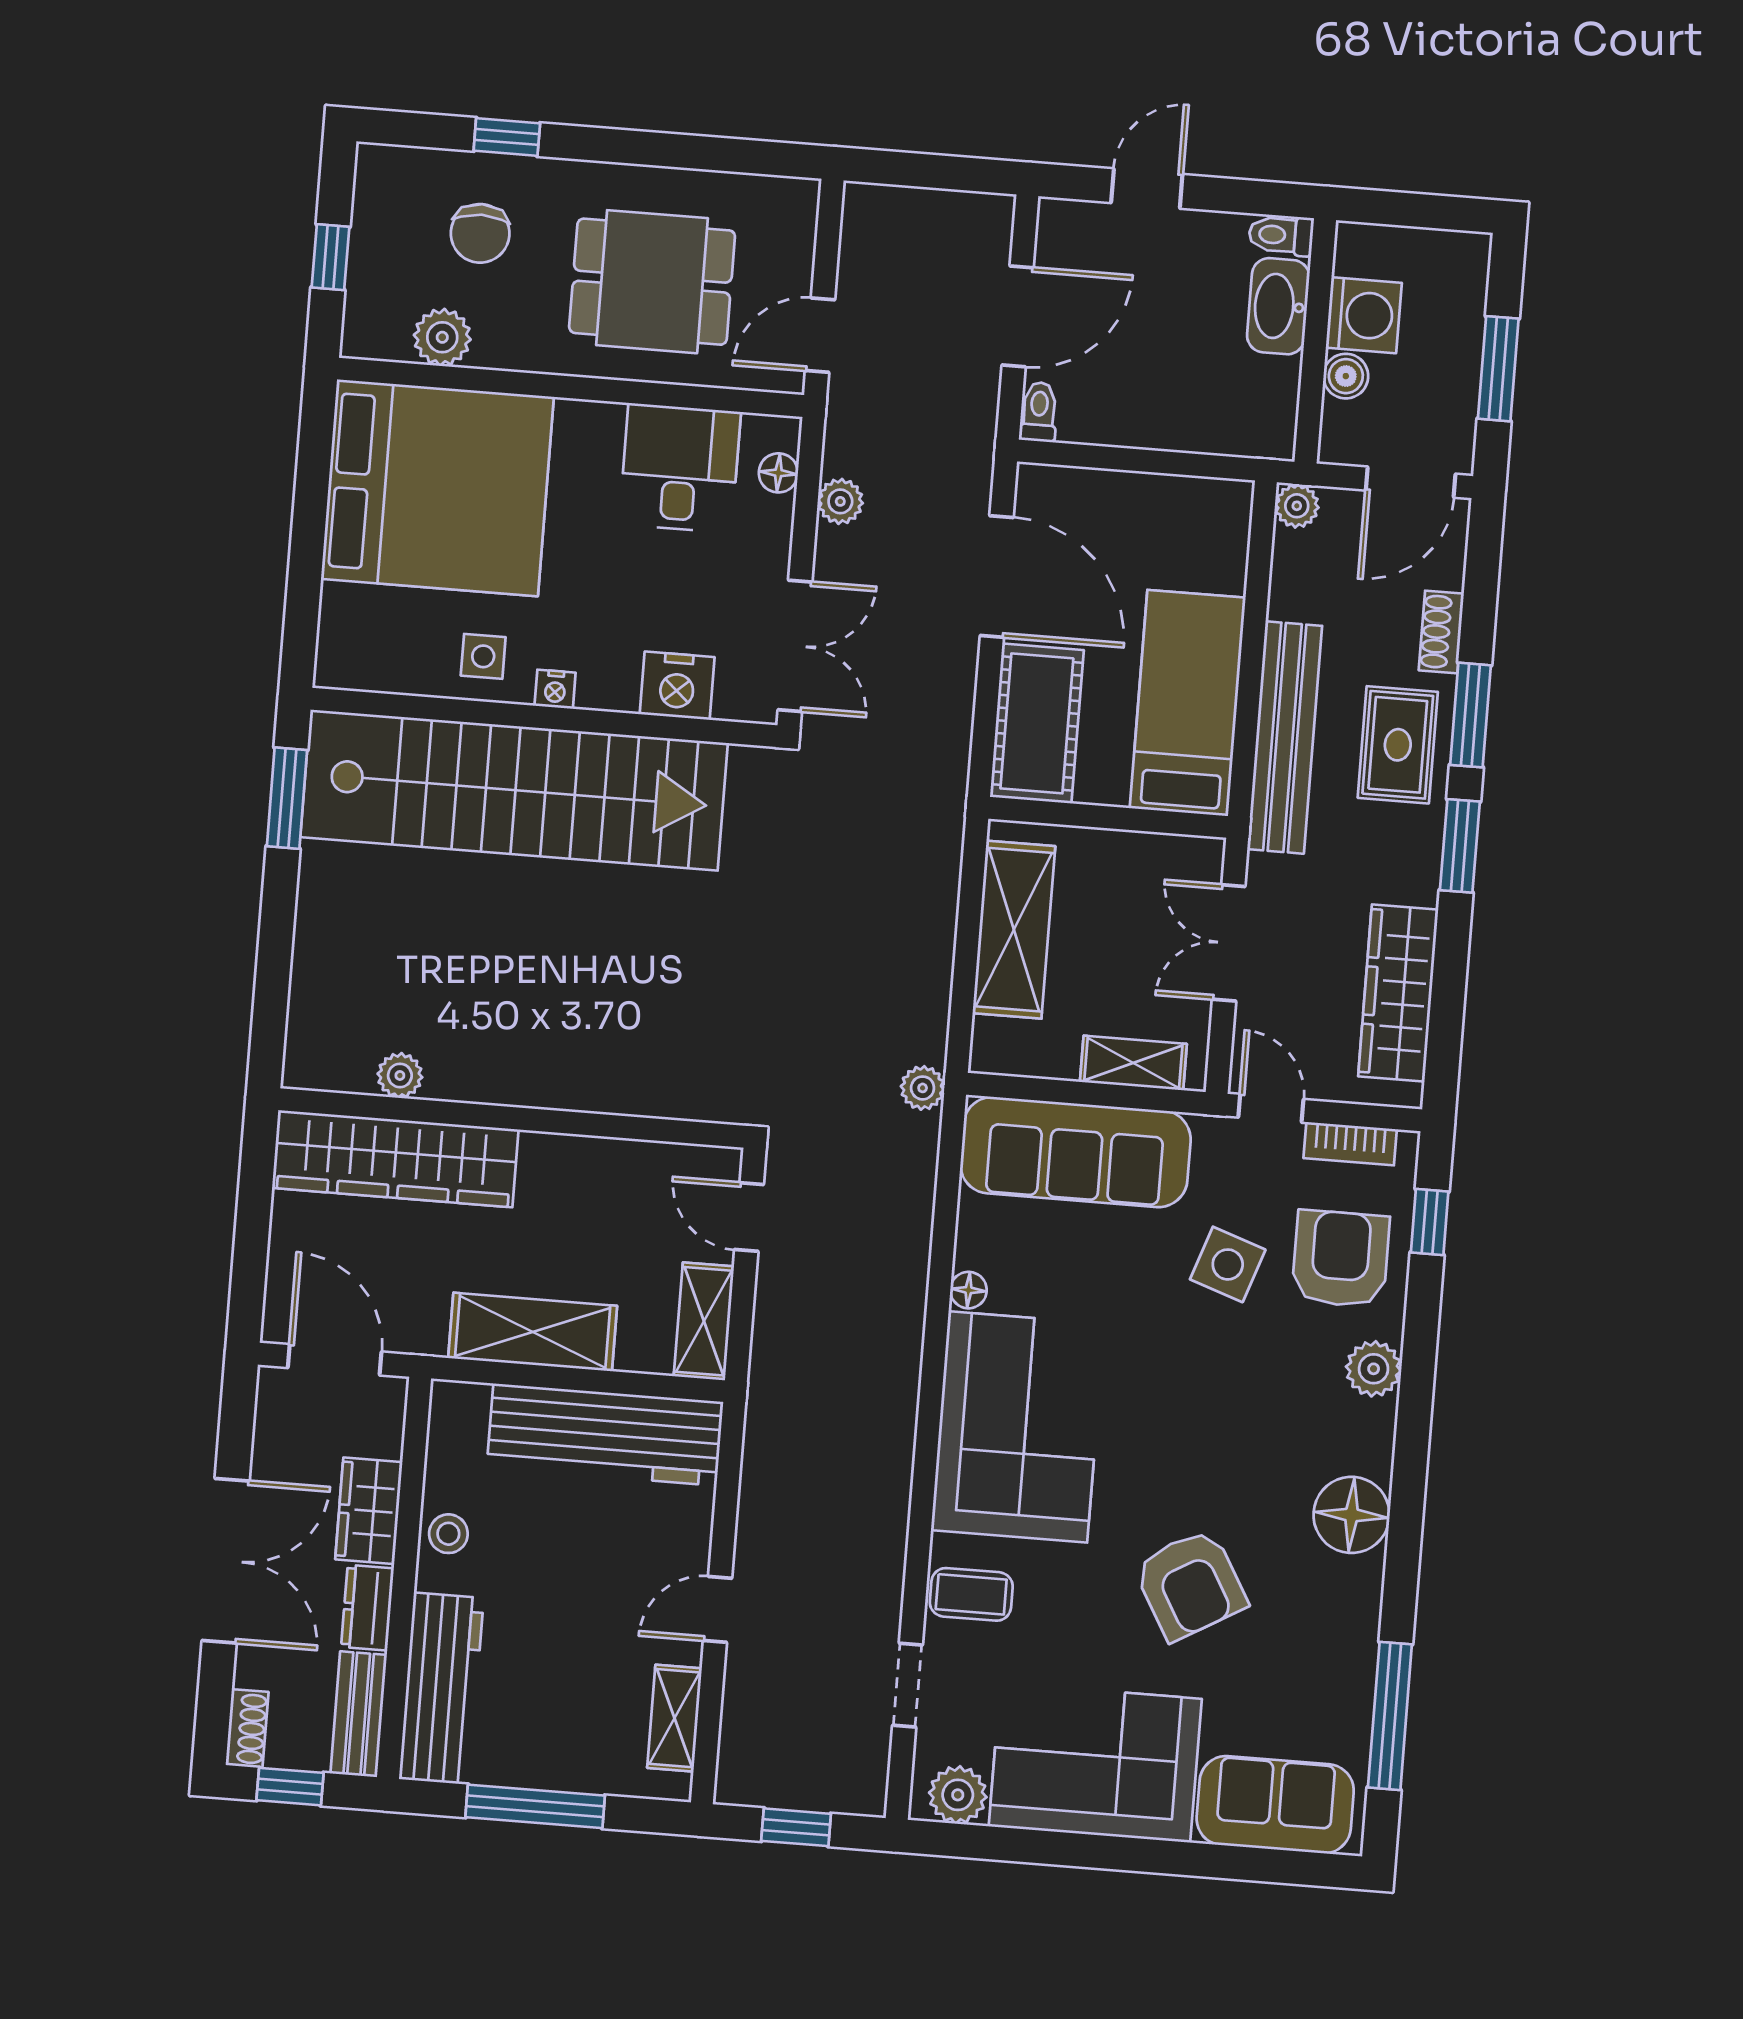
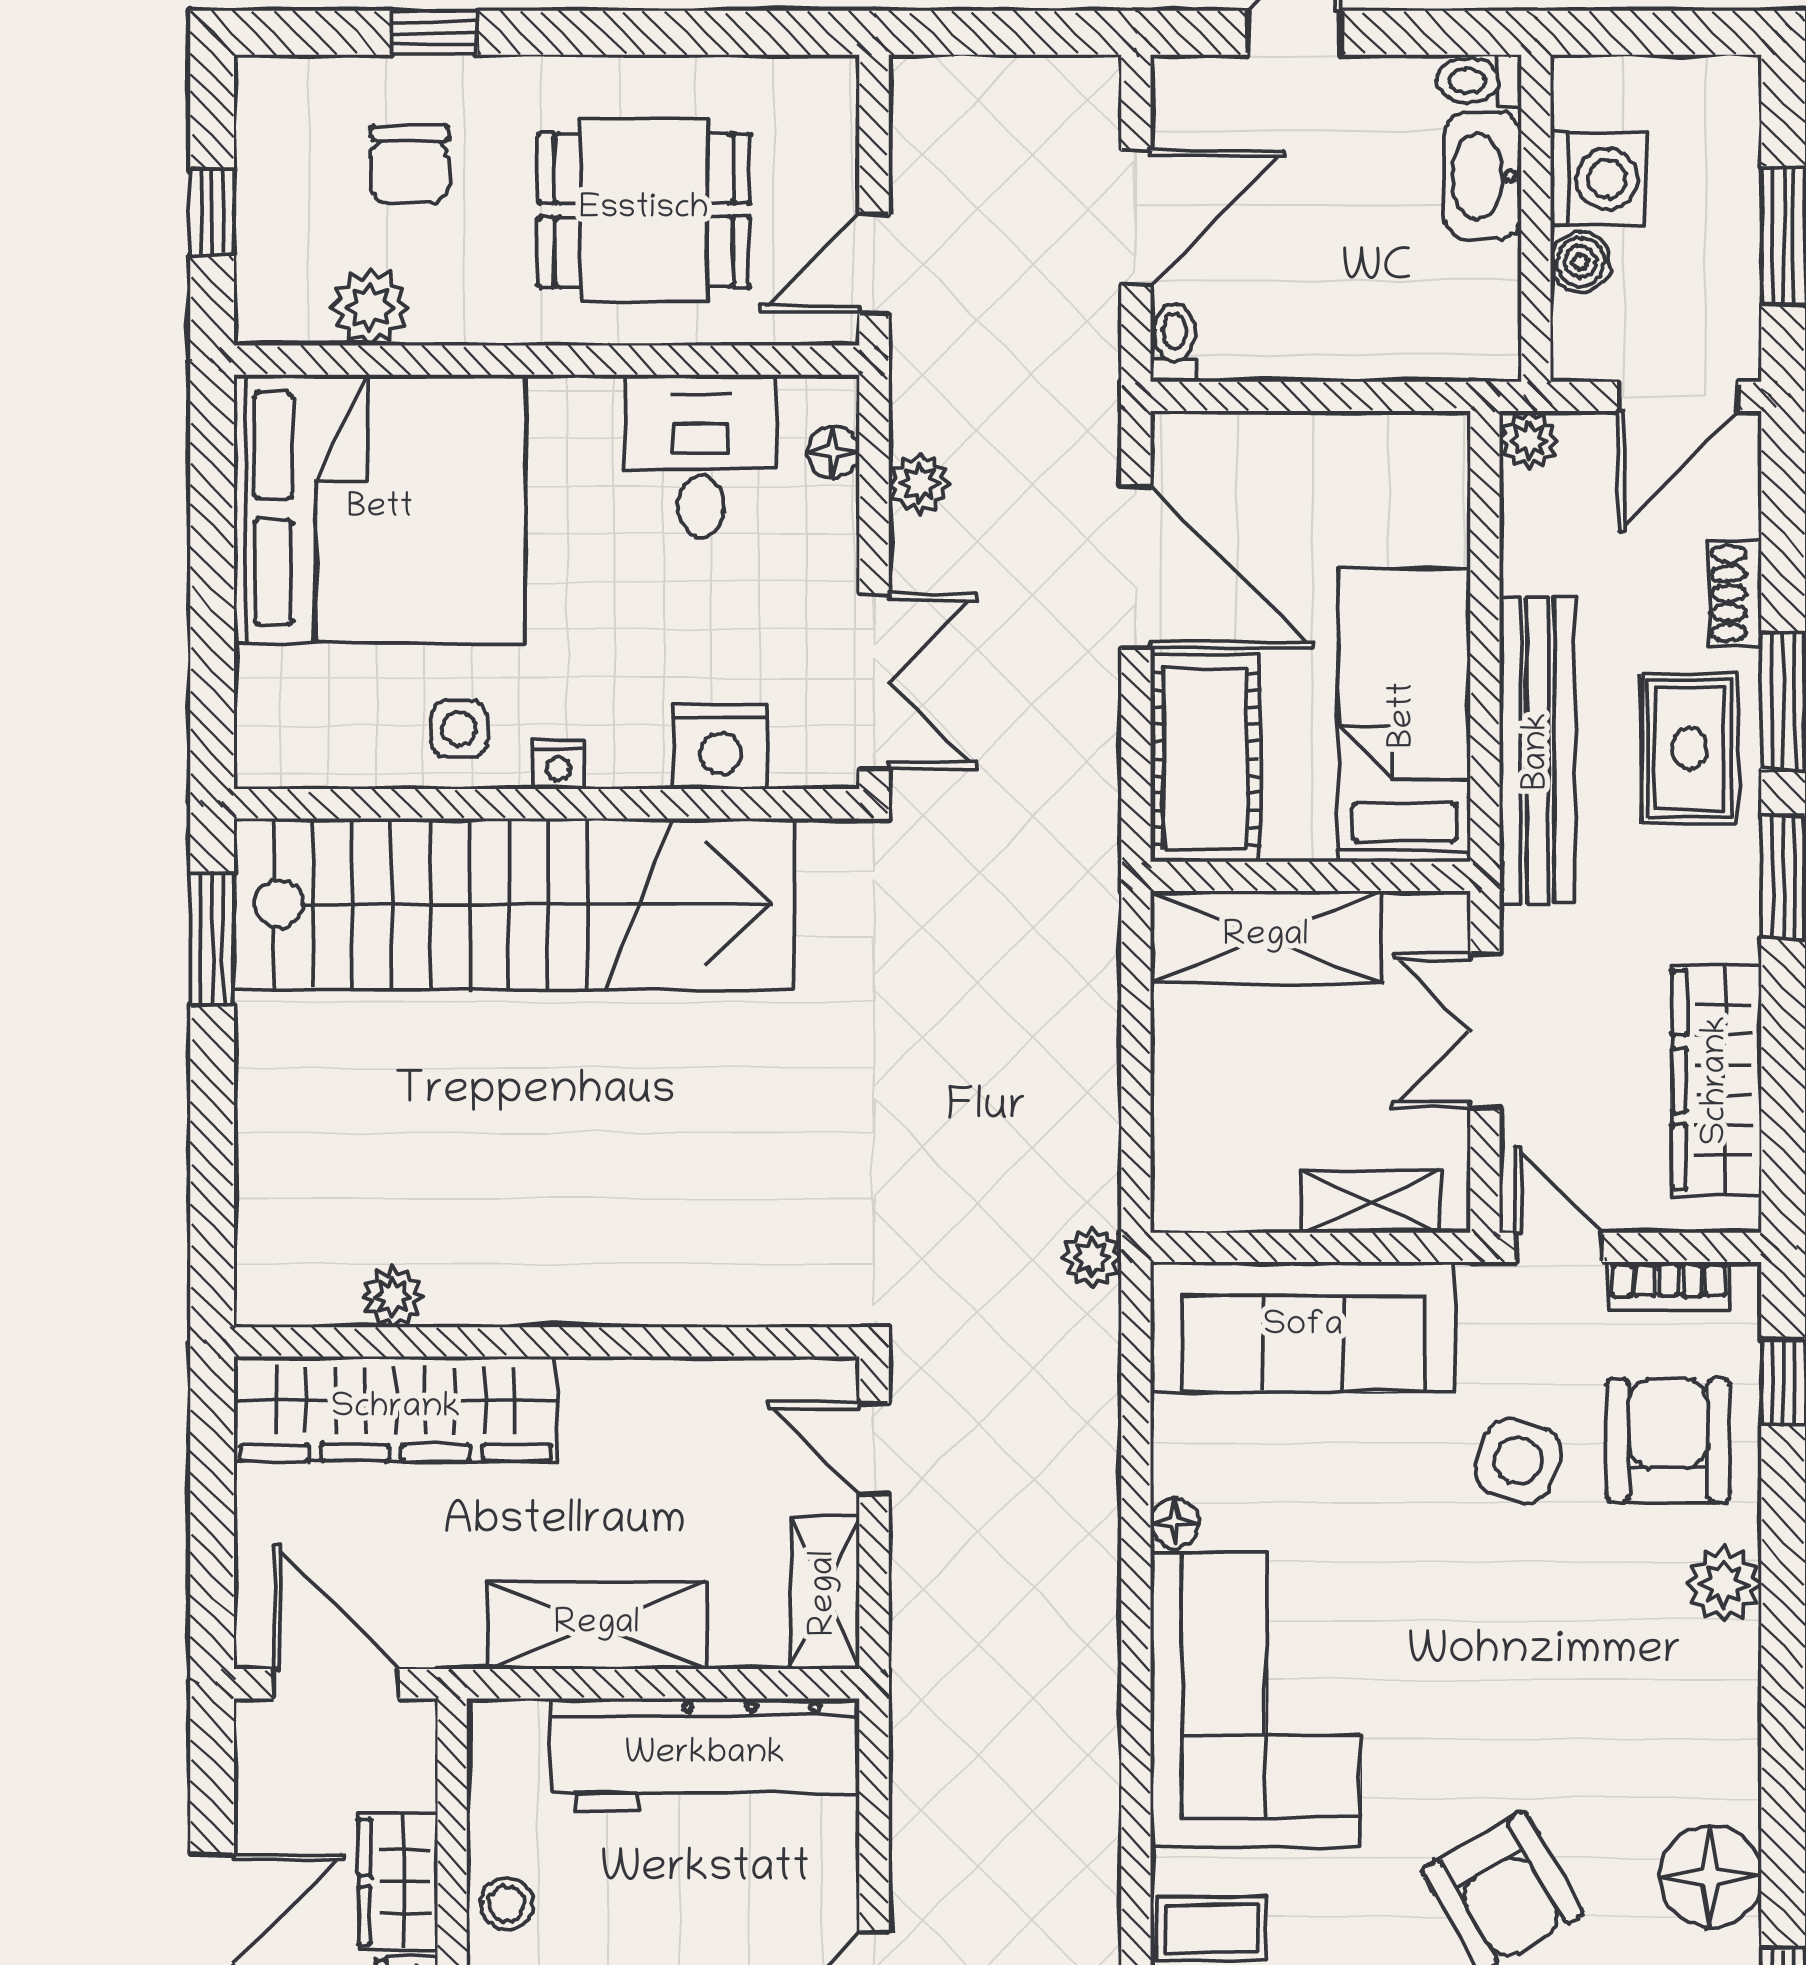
shelving: (1014, 930) -> (1266, 937), moved, turned 90
floor lamp: (1352, 1515) -> (1710, 1877), moved

